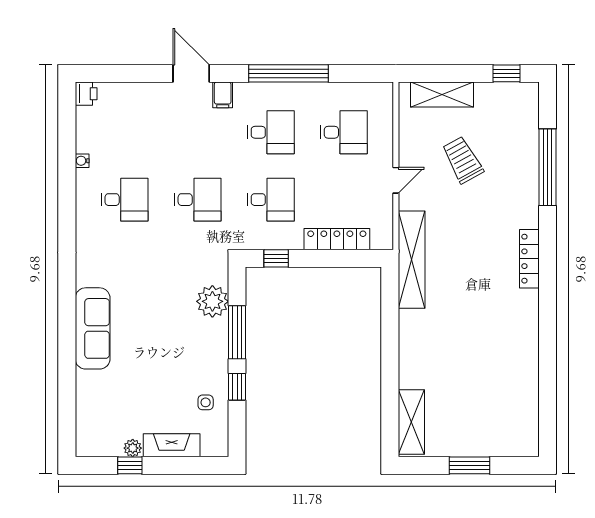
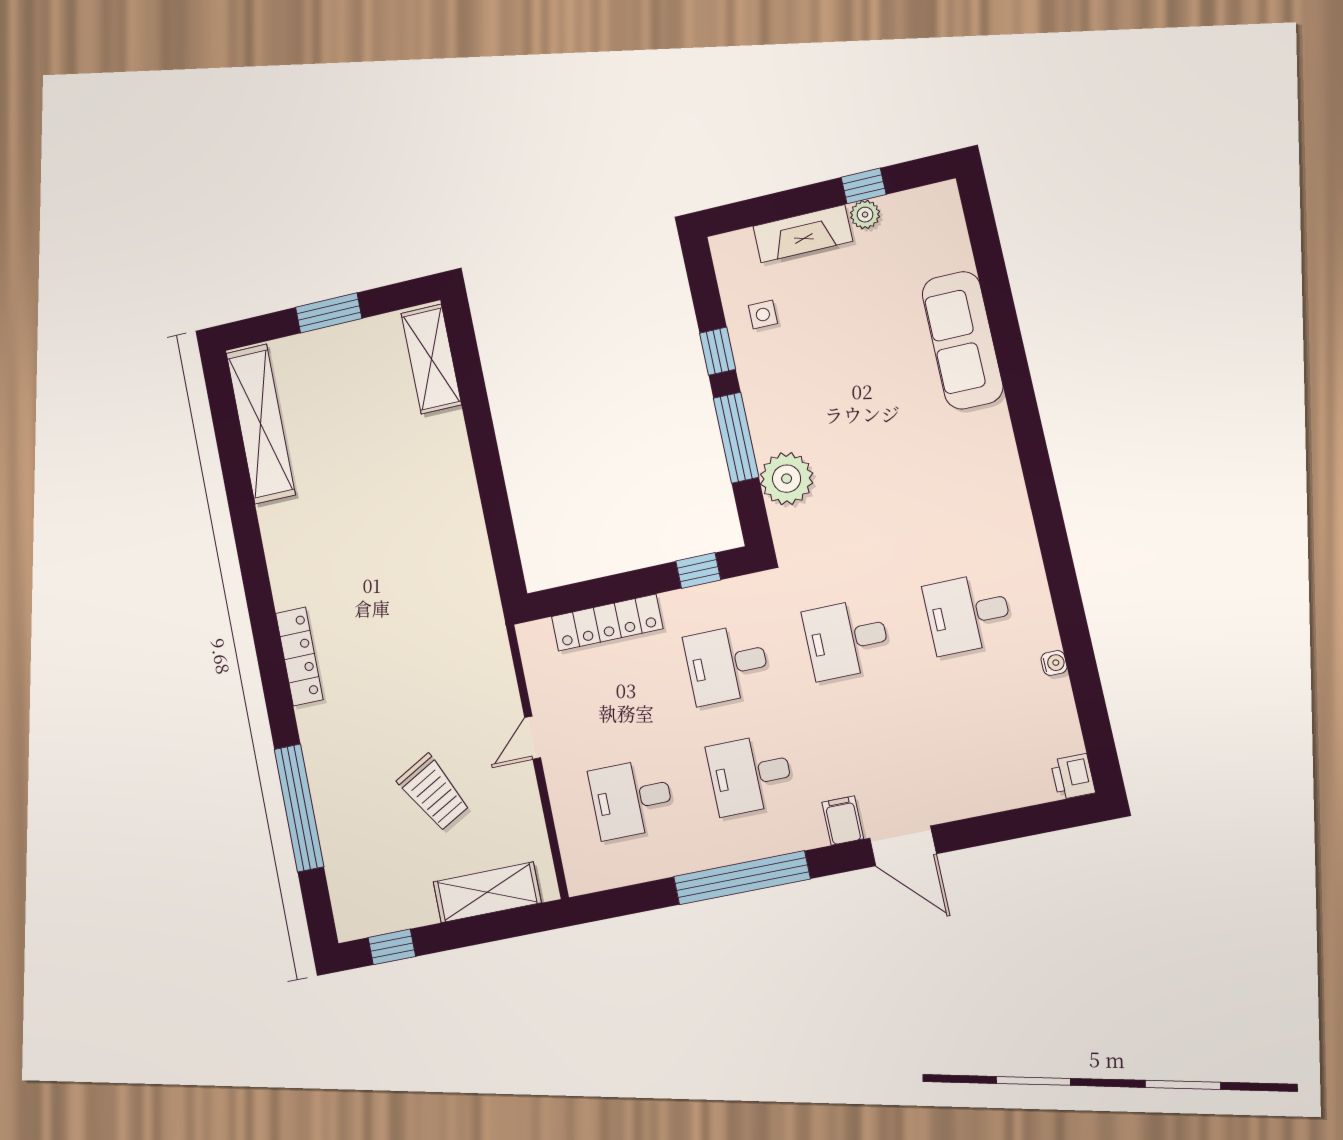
shelving: (412, 260) -> (261, 424), moved
sofa: (93, 328) -> (963, 340), moved

